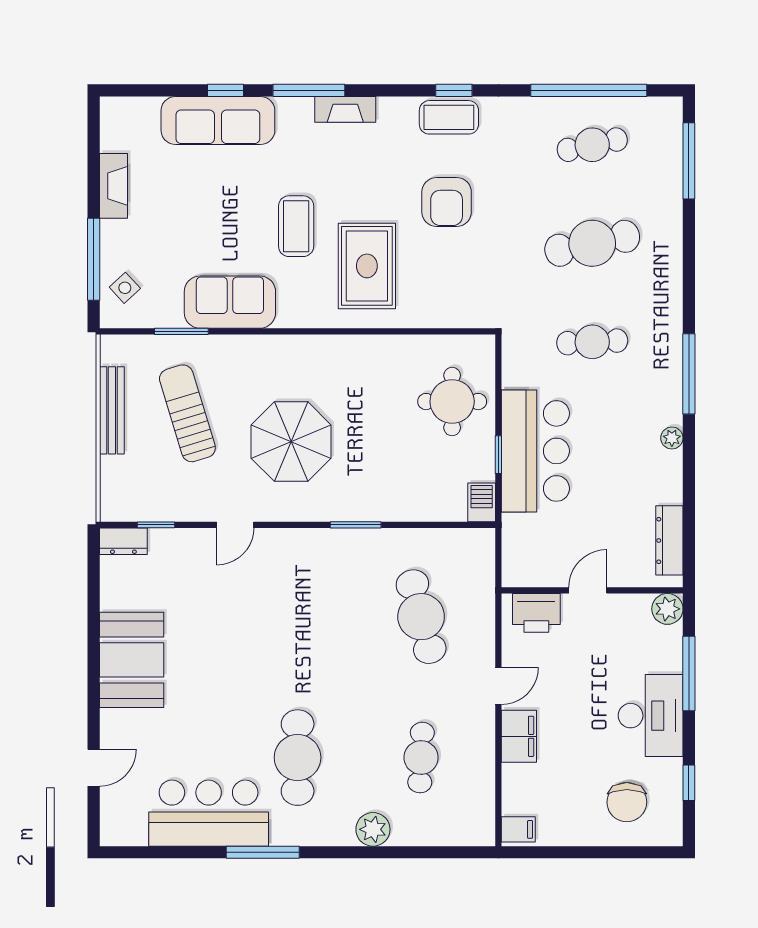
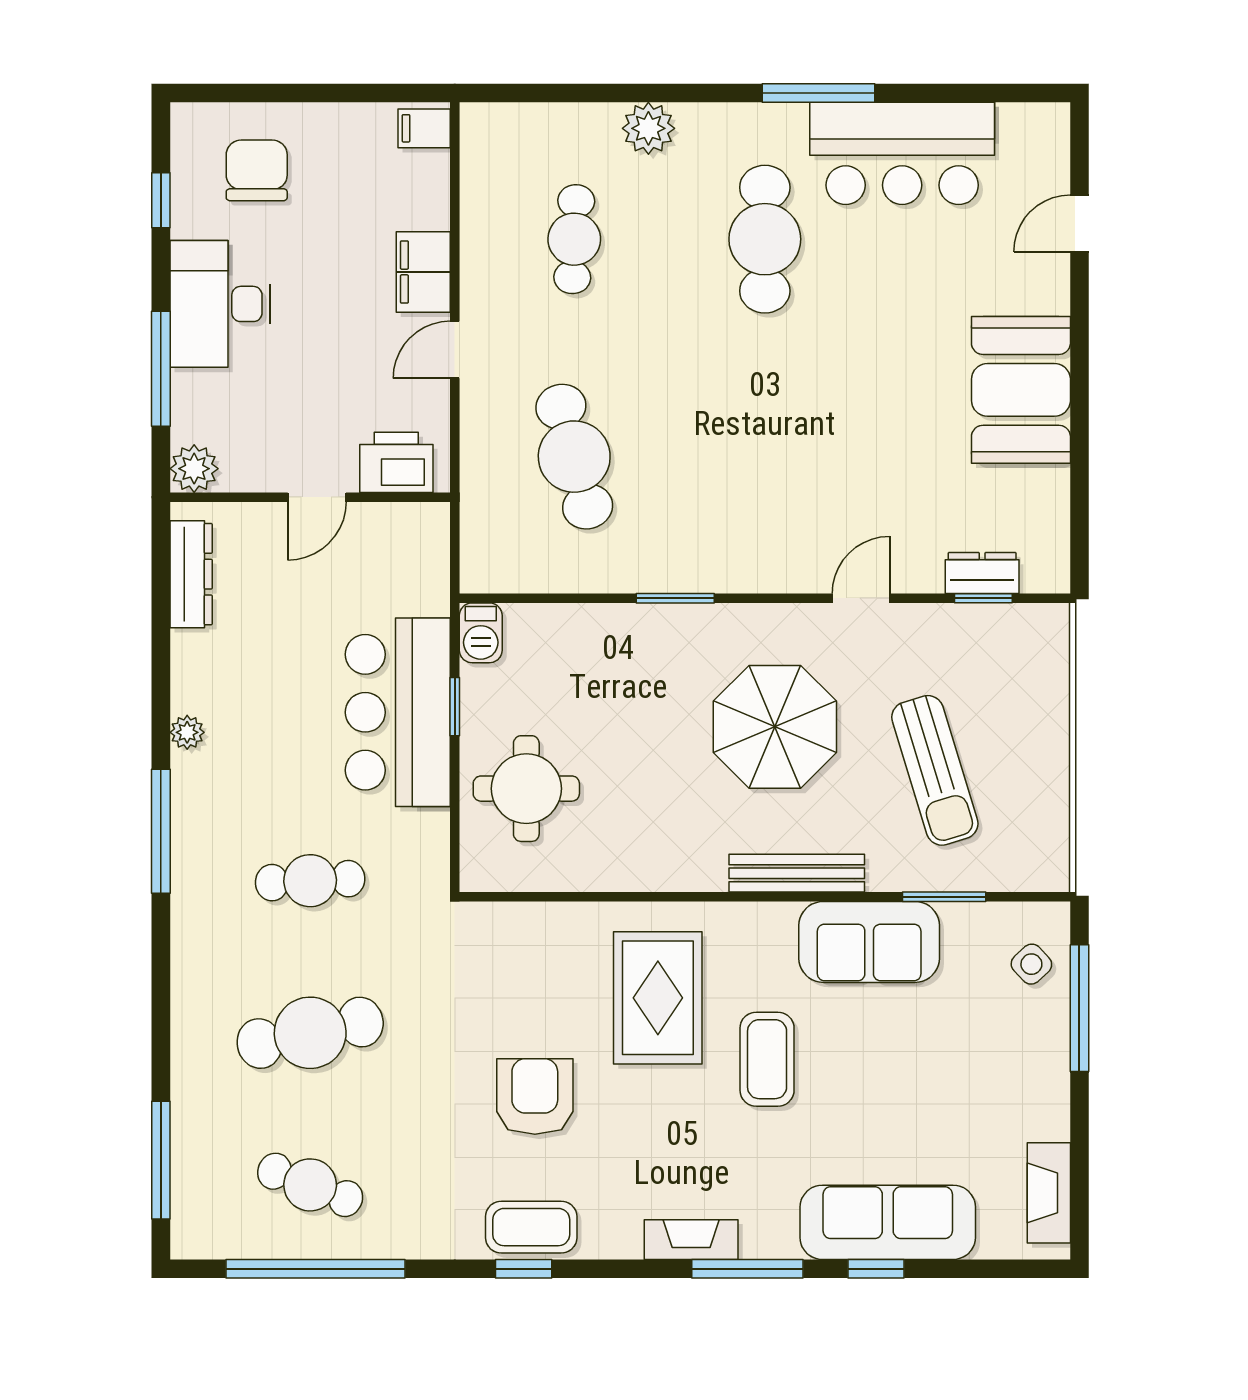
cafe table: (592, 145) -> (310, 1185), turned 33
fireplace: (114, 186) -> (1049, 1193), moved
bench: (112, 410) -> (797, 873), moved, turned 90
dresser: (123, 541) -> (982, 573), moved

